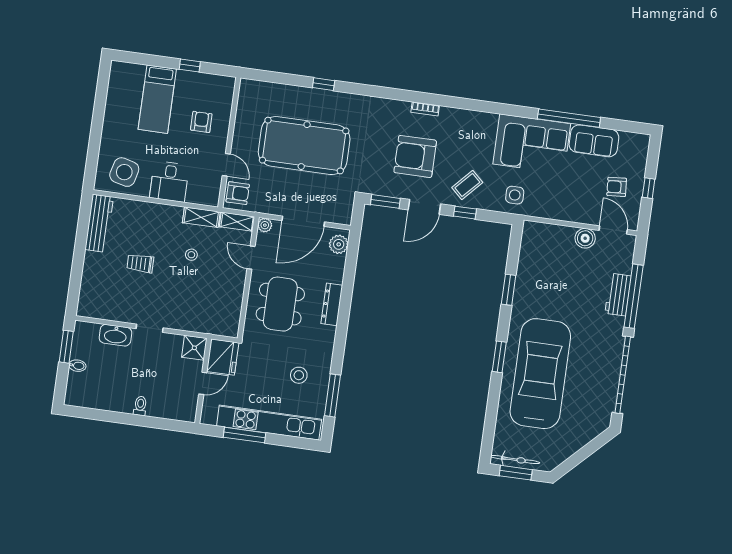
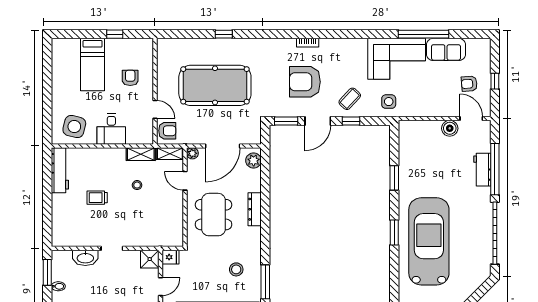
fridge: (223, 357) -> (170, 257), width x0.53, depth x0.75

